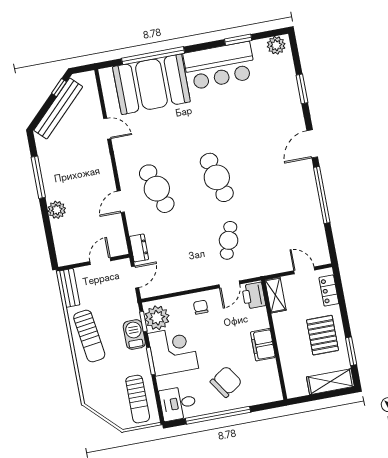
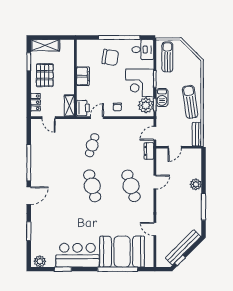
chair: (226, 382) -> (110, 57), turned -138

